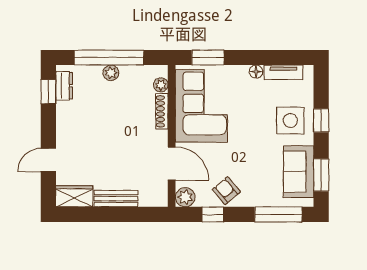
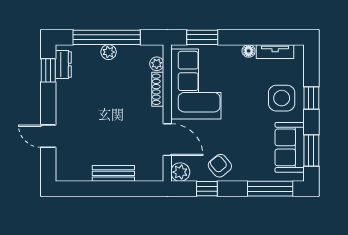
door: (48, 160) -> (48, 136), hinge flipped
wardrobe: (74, 196) -> (73, 171), removed

